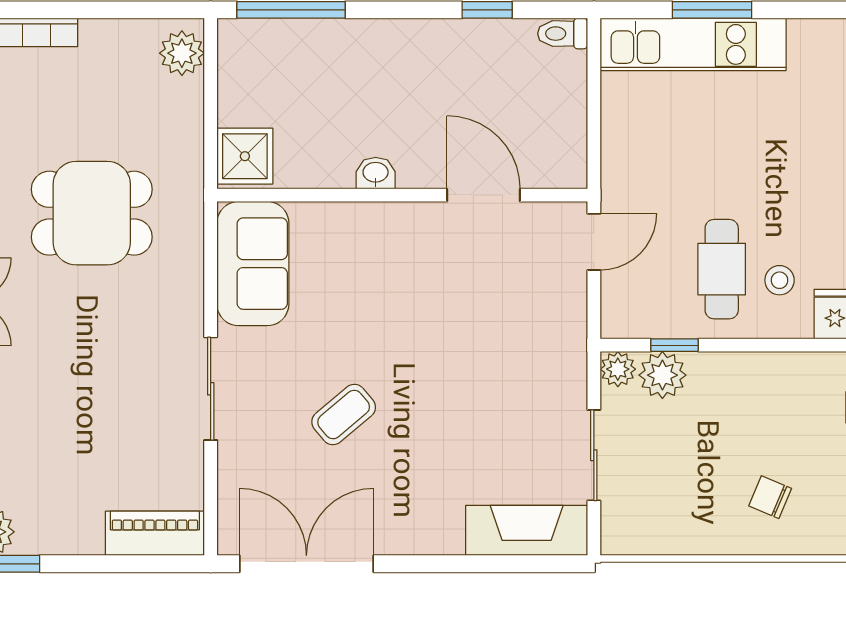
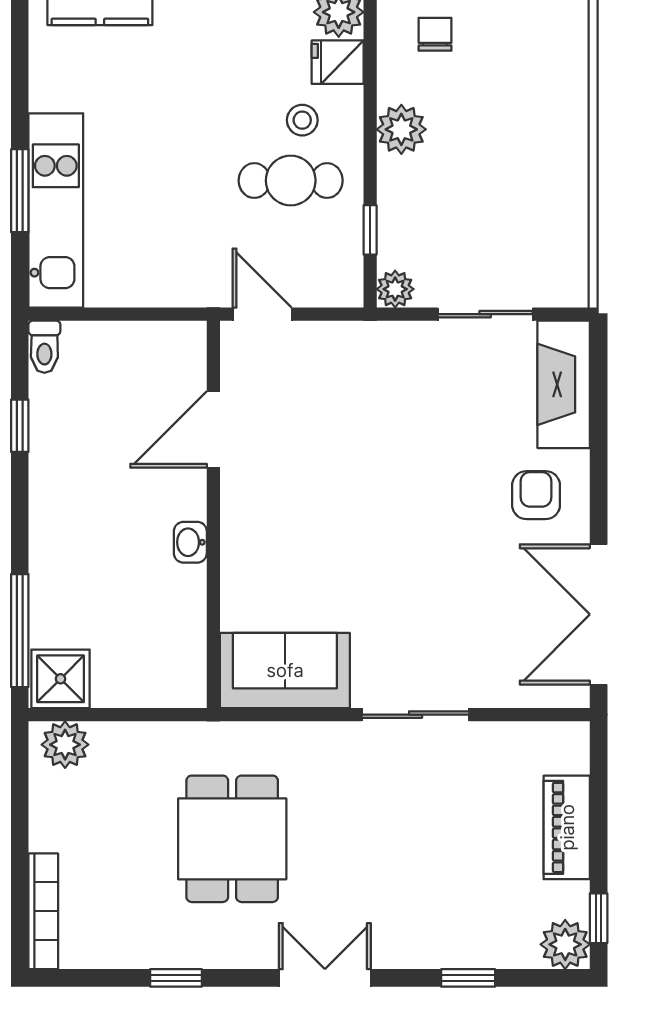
shower: (245, 156) -> (61, 679), moved
plant: (662, 375) -> (401, 129), moved
coffee table: (344, 415) -> (443, 576), removed
chair: (770, 497) -> (529, 130), removed
armchair: (421, 504) -> (536, 495), added
piano: (155, 533) -> (567, 827), moved

